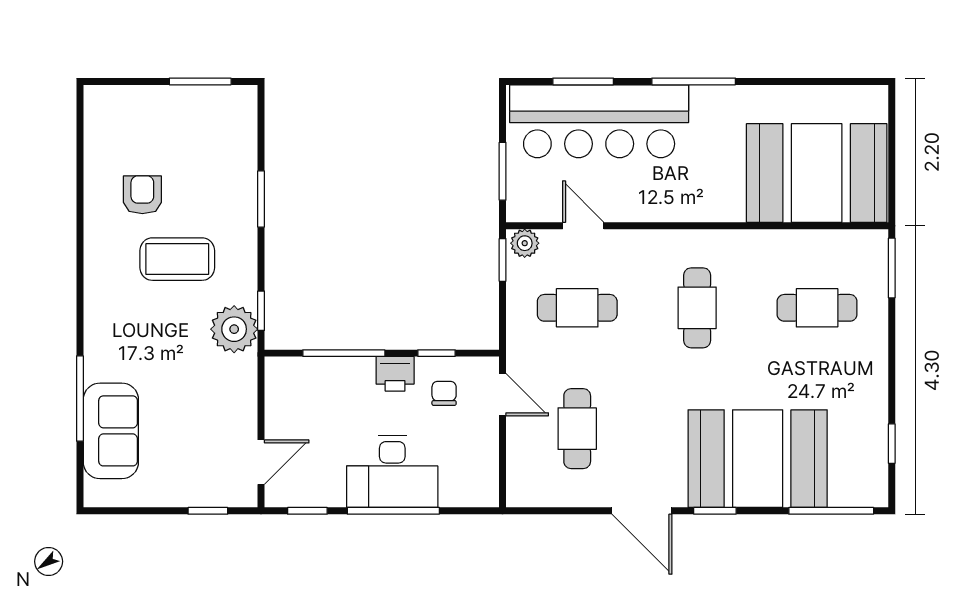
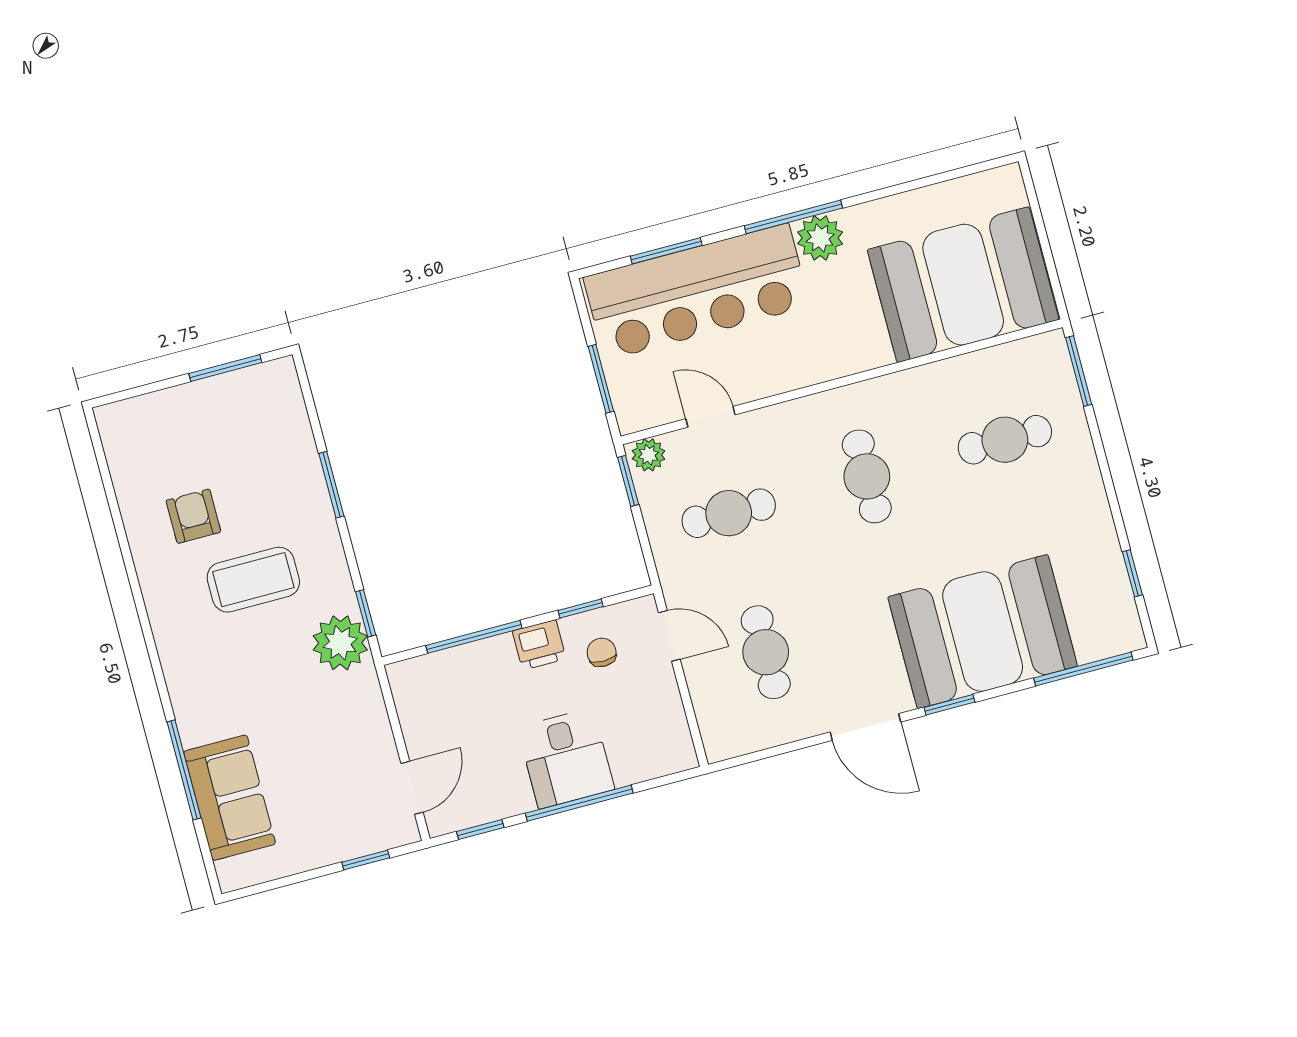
plant: (711, 104) -> (820, 238), added
desk: (392, 472) -> (566, 758), width x0.73

